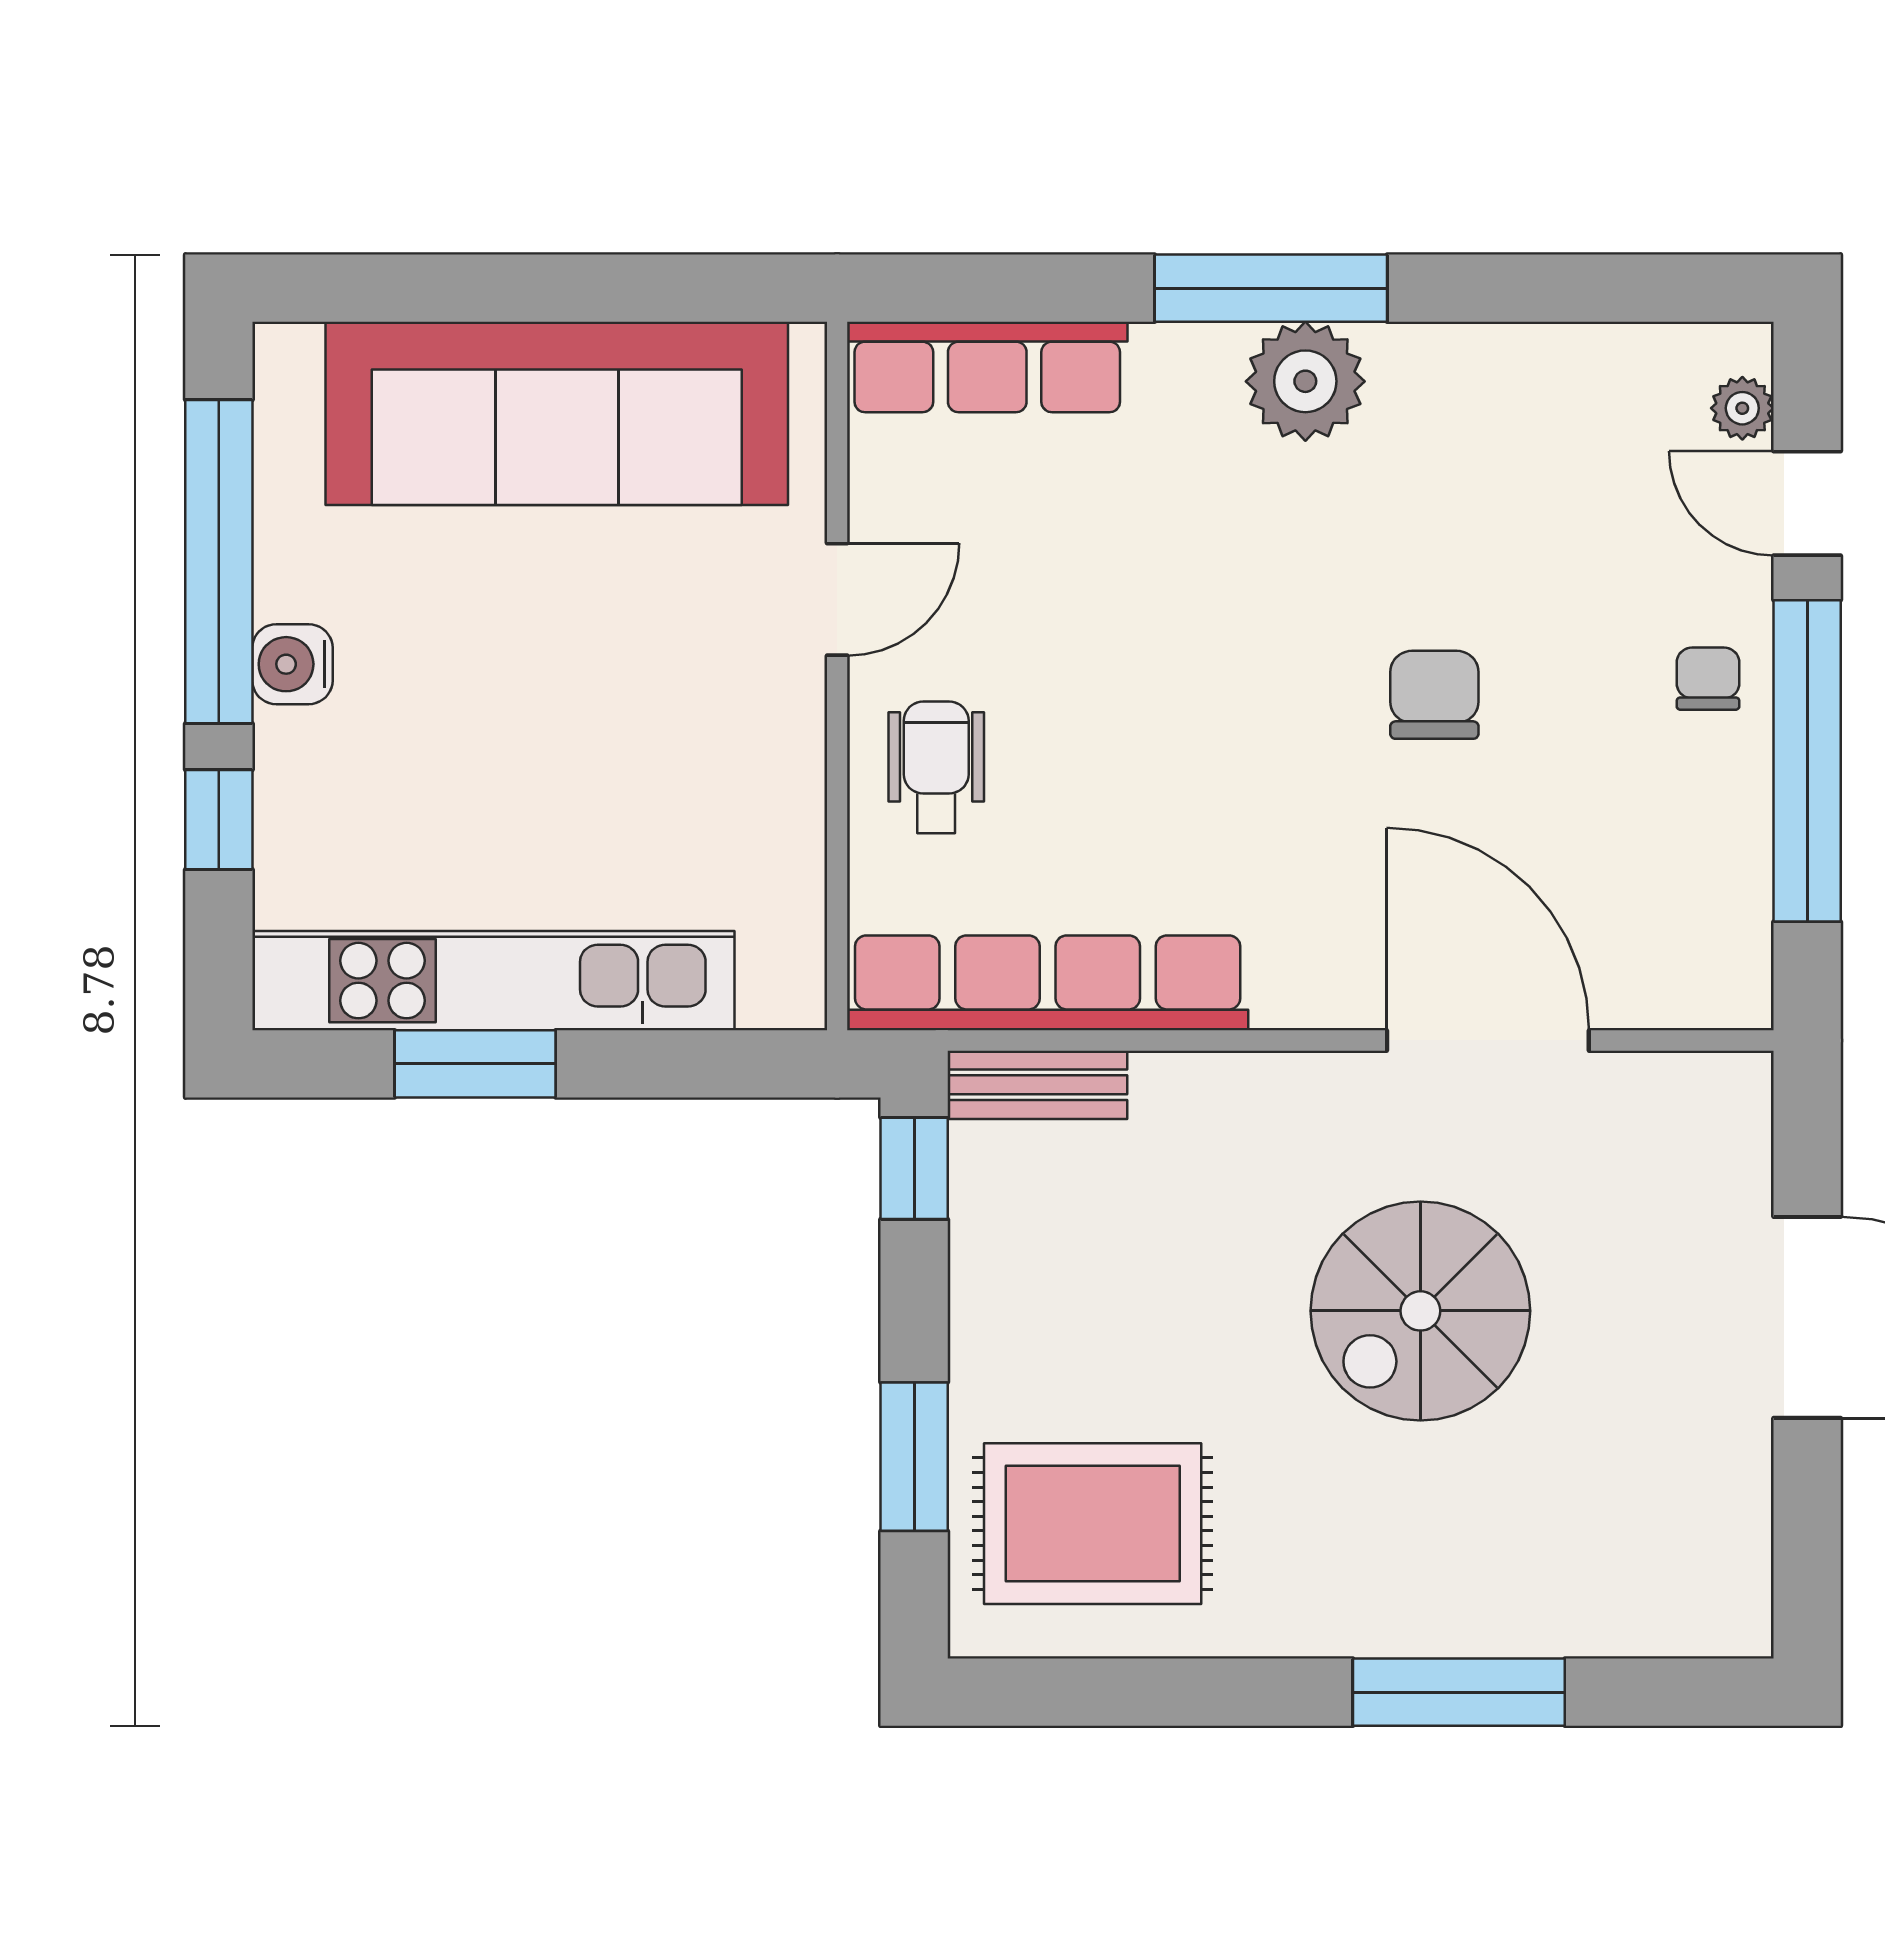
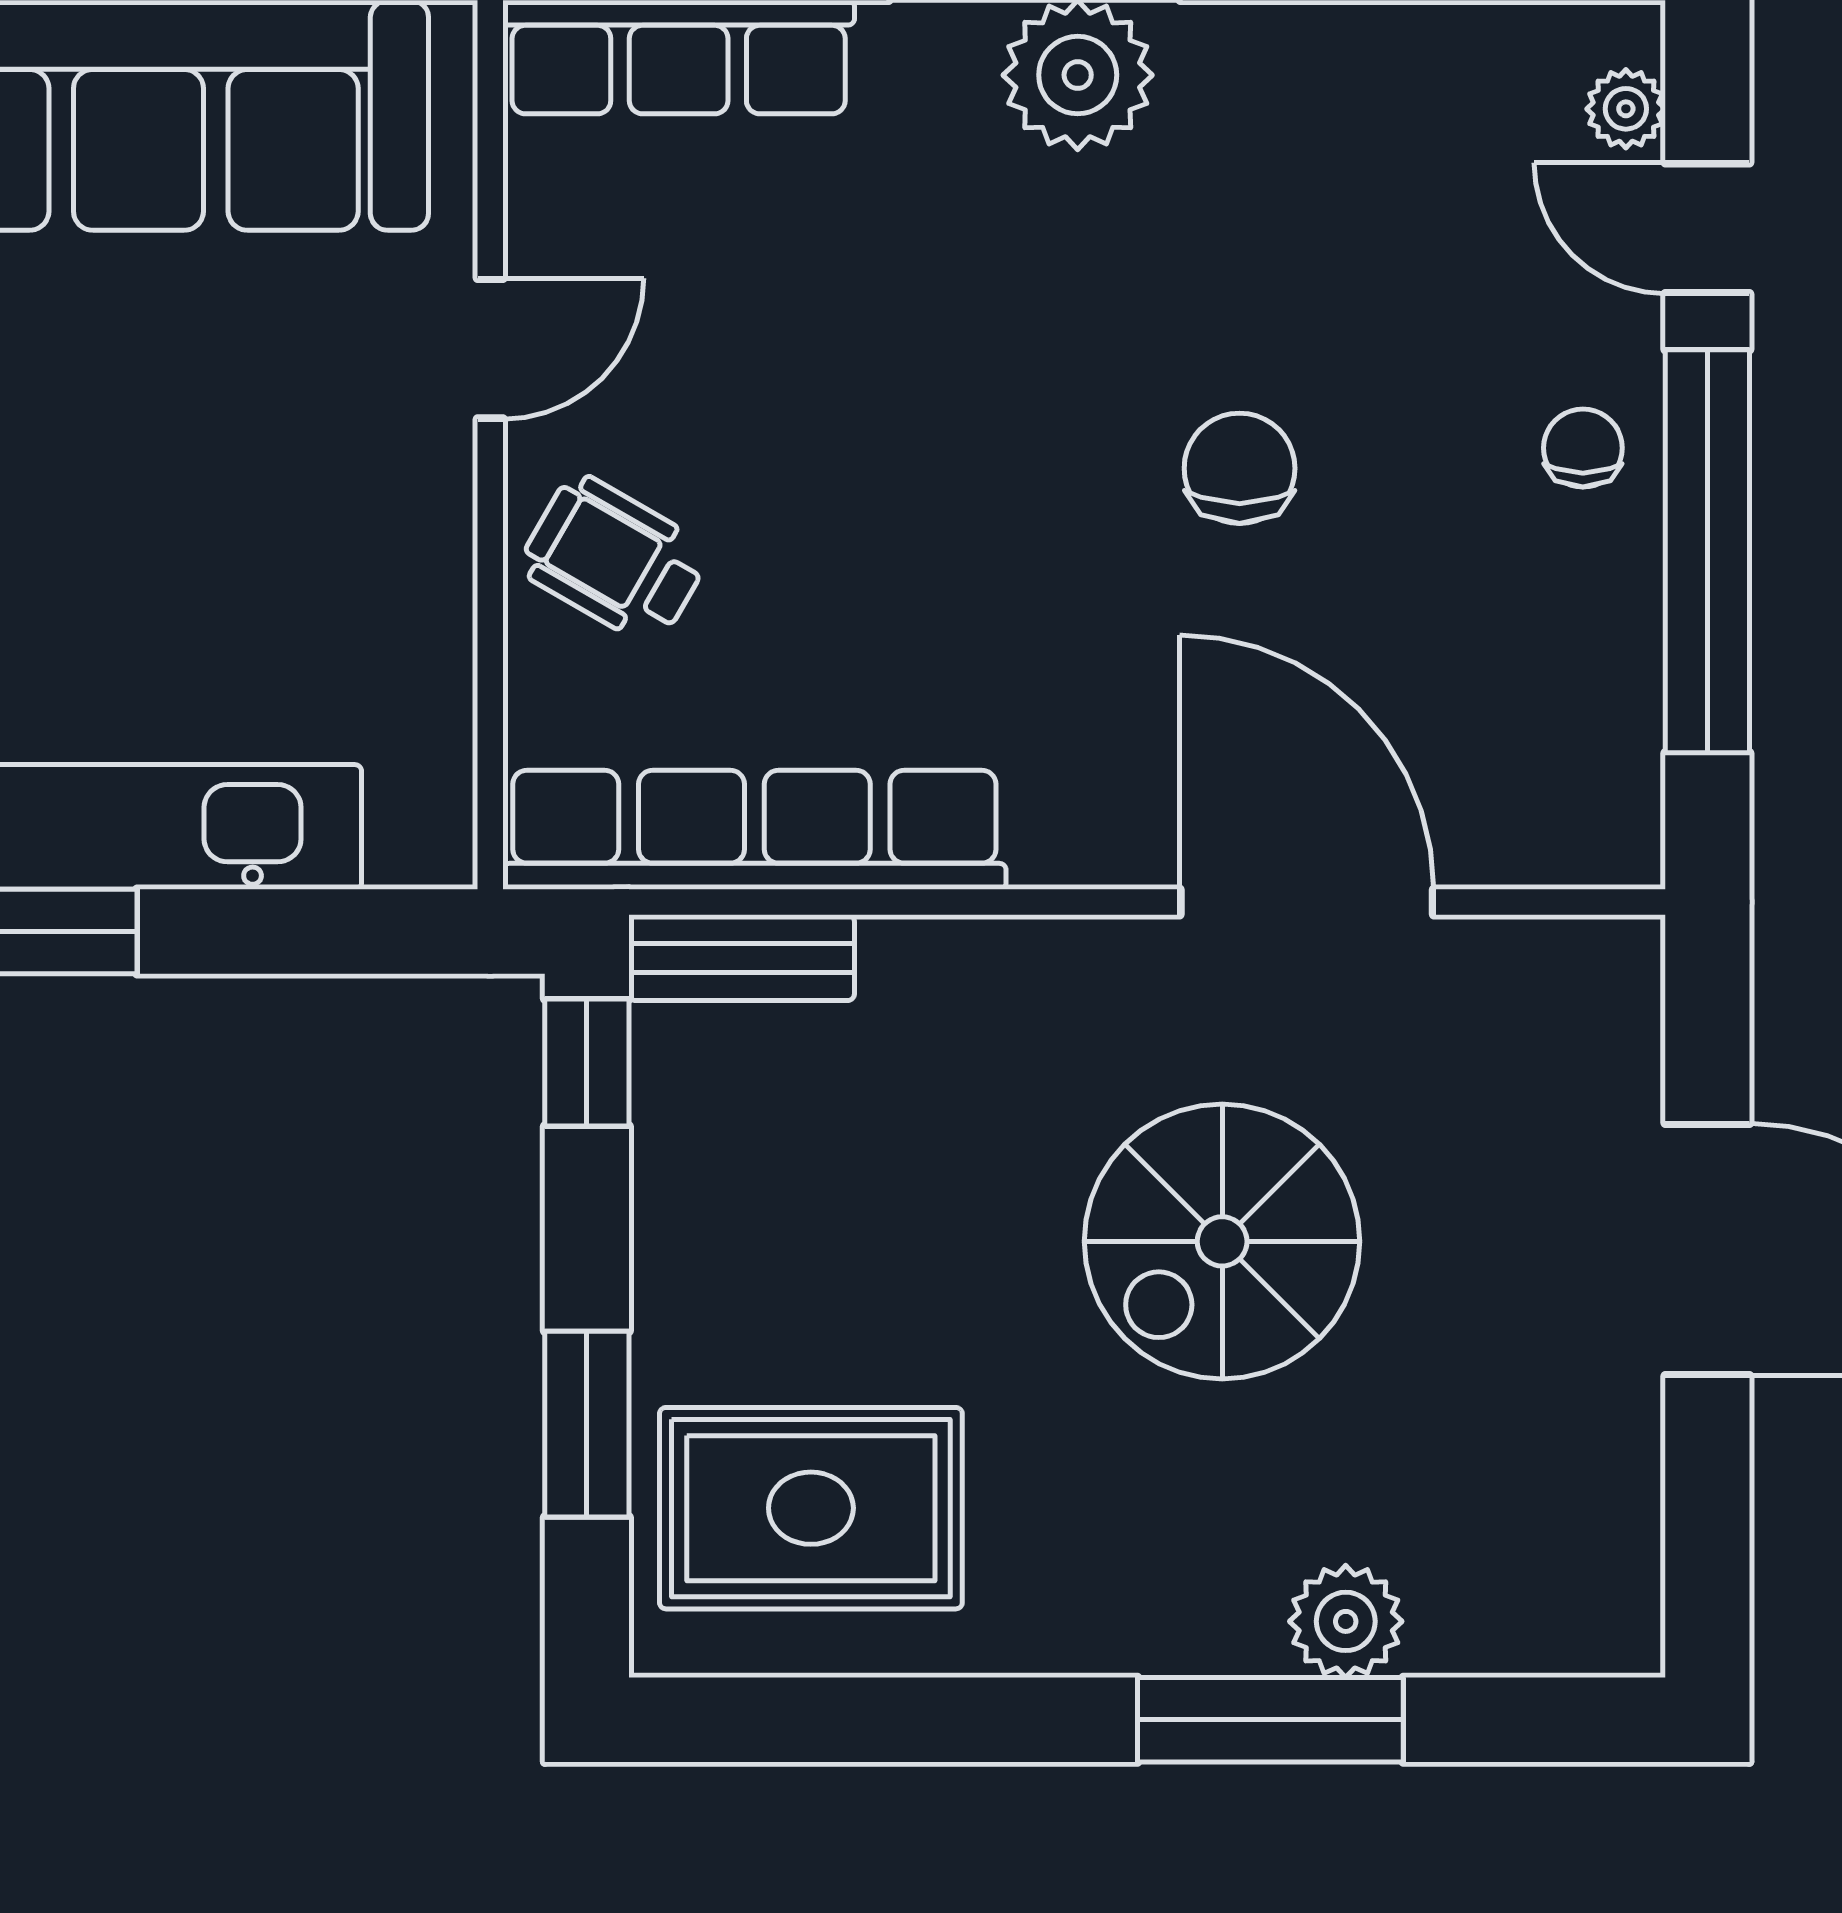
wheelchair: (936, 767) -> (615, 559), turned -60
plant: (1519, 1614) -> (1346, 1621), added

